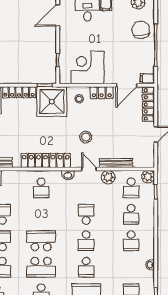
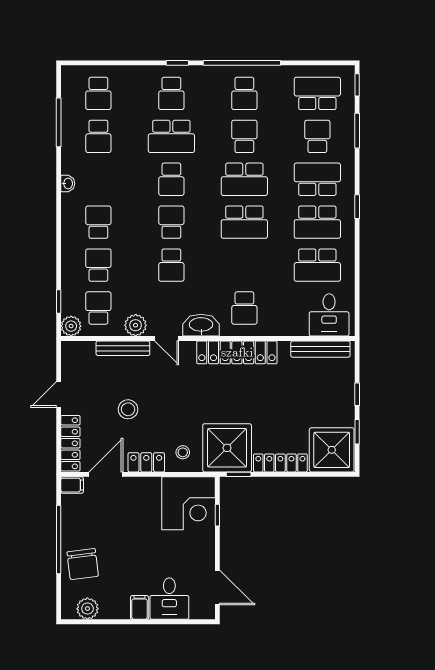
door: (58, 15) -> (217, 588), hinge flipped
corner desk: (87, 67) -> (188, 503), moved
stool: (86, 137) -> (128, 409), moved
washbasin: (68, 175) -> (201, 325), width x1.91, depth x1.45
school desk: (41, 188) -> (244, 308), turned 180
school desk: (41, 267) -> (244, 179), turned 180
school desk: (86, 267) -> (171, 179), turned 180

